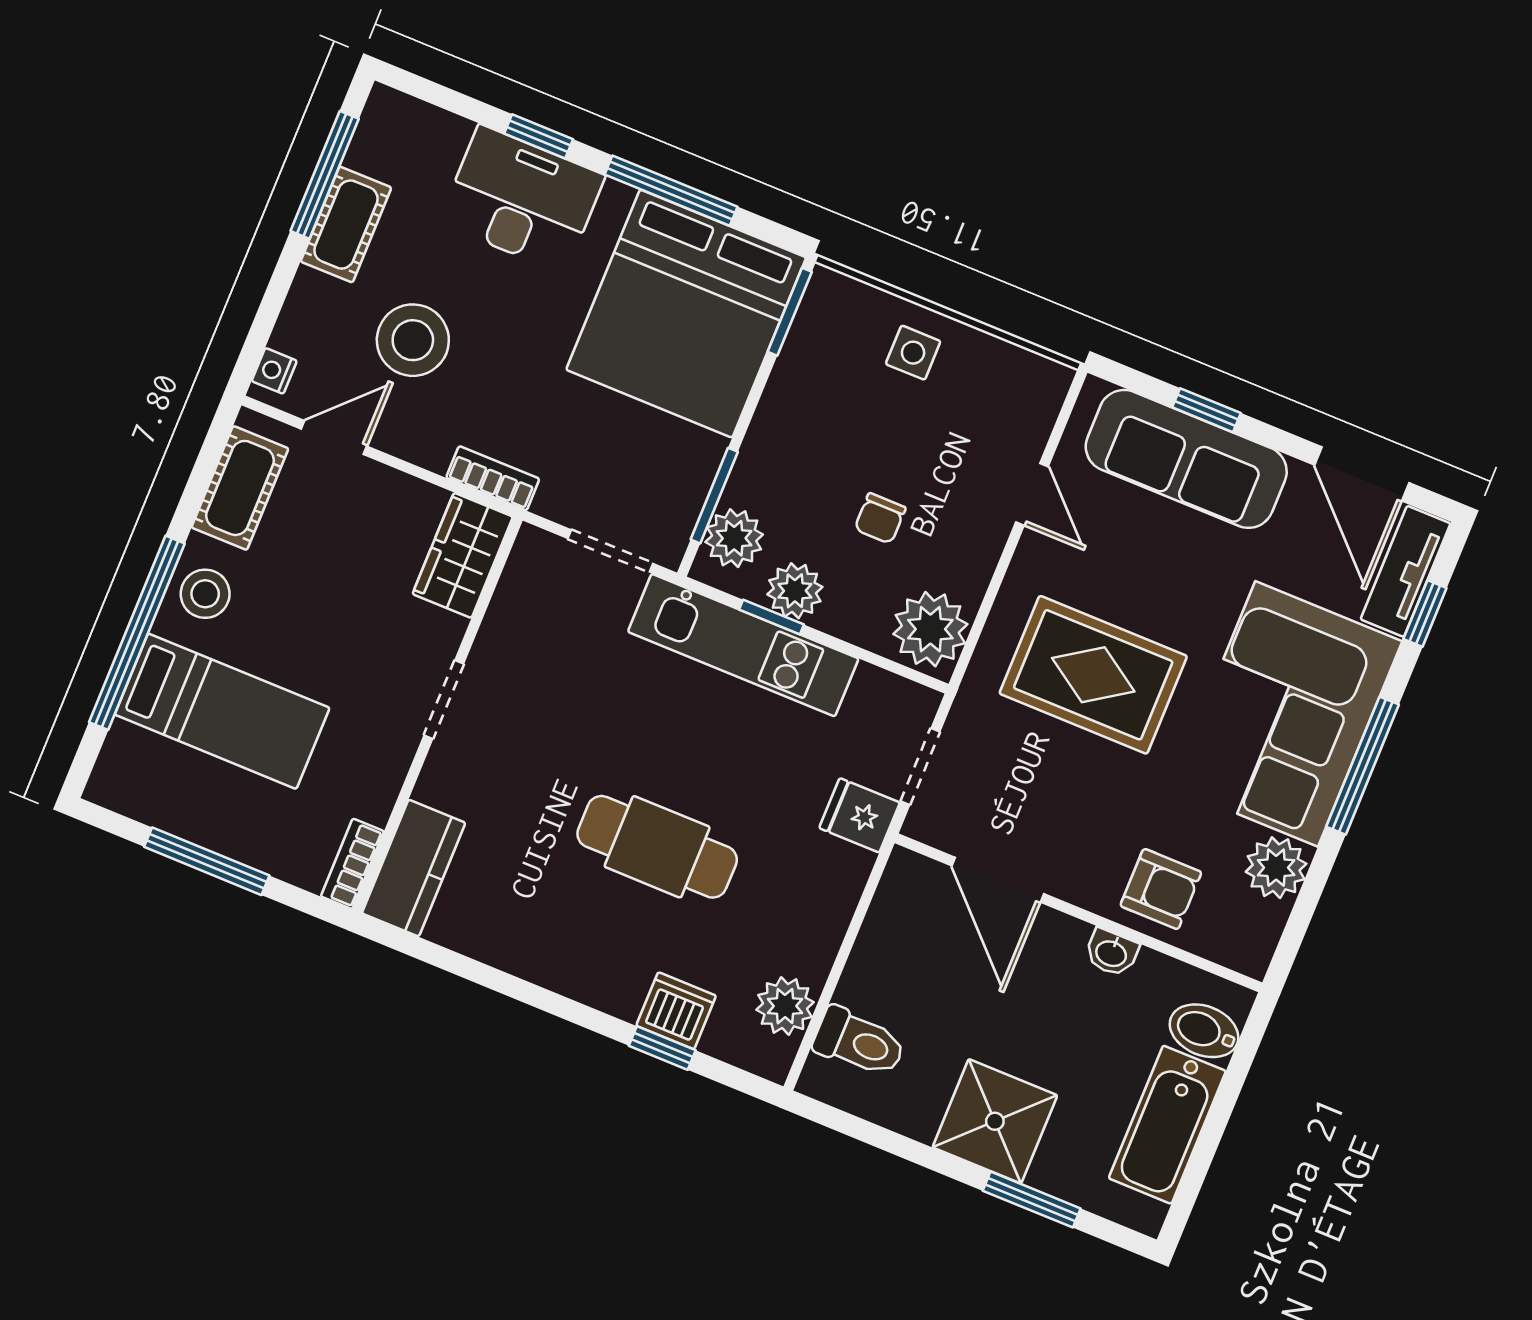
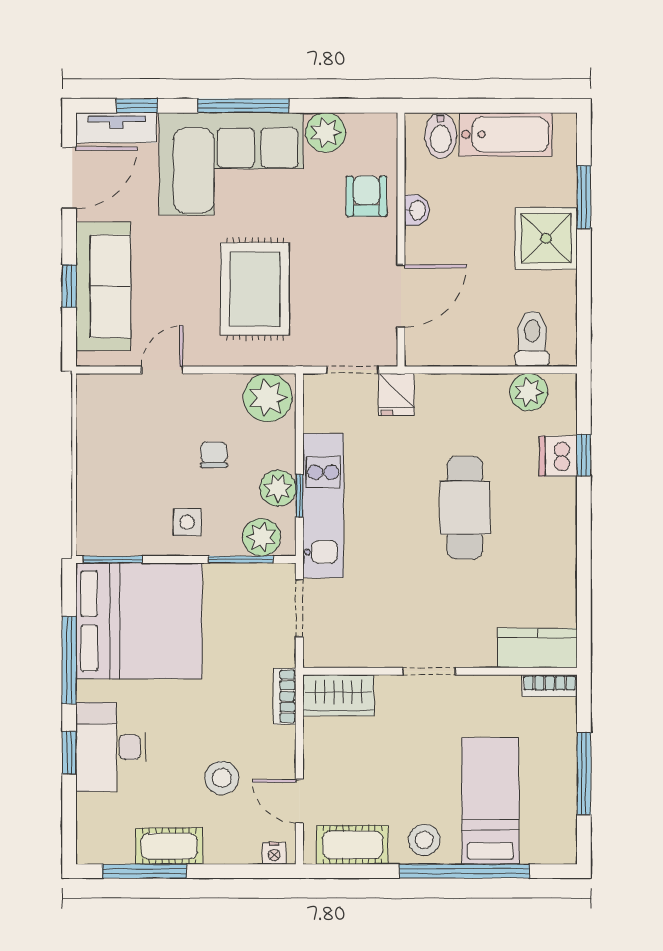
stool: (413, 340) -> (222, 778), width x0.73, depth x0.73
side table: (913, 353) -> (187, 522), moved
chair: (880, 518) -> (214, 455), turned -90

